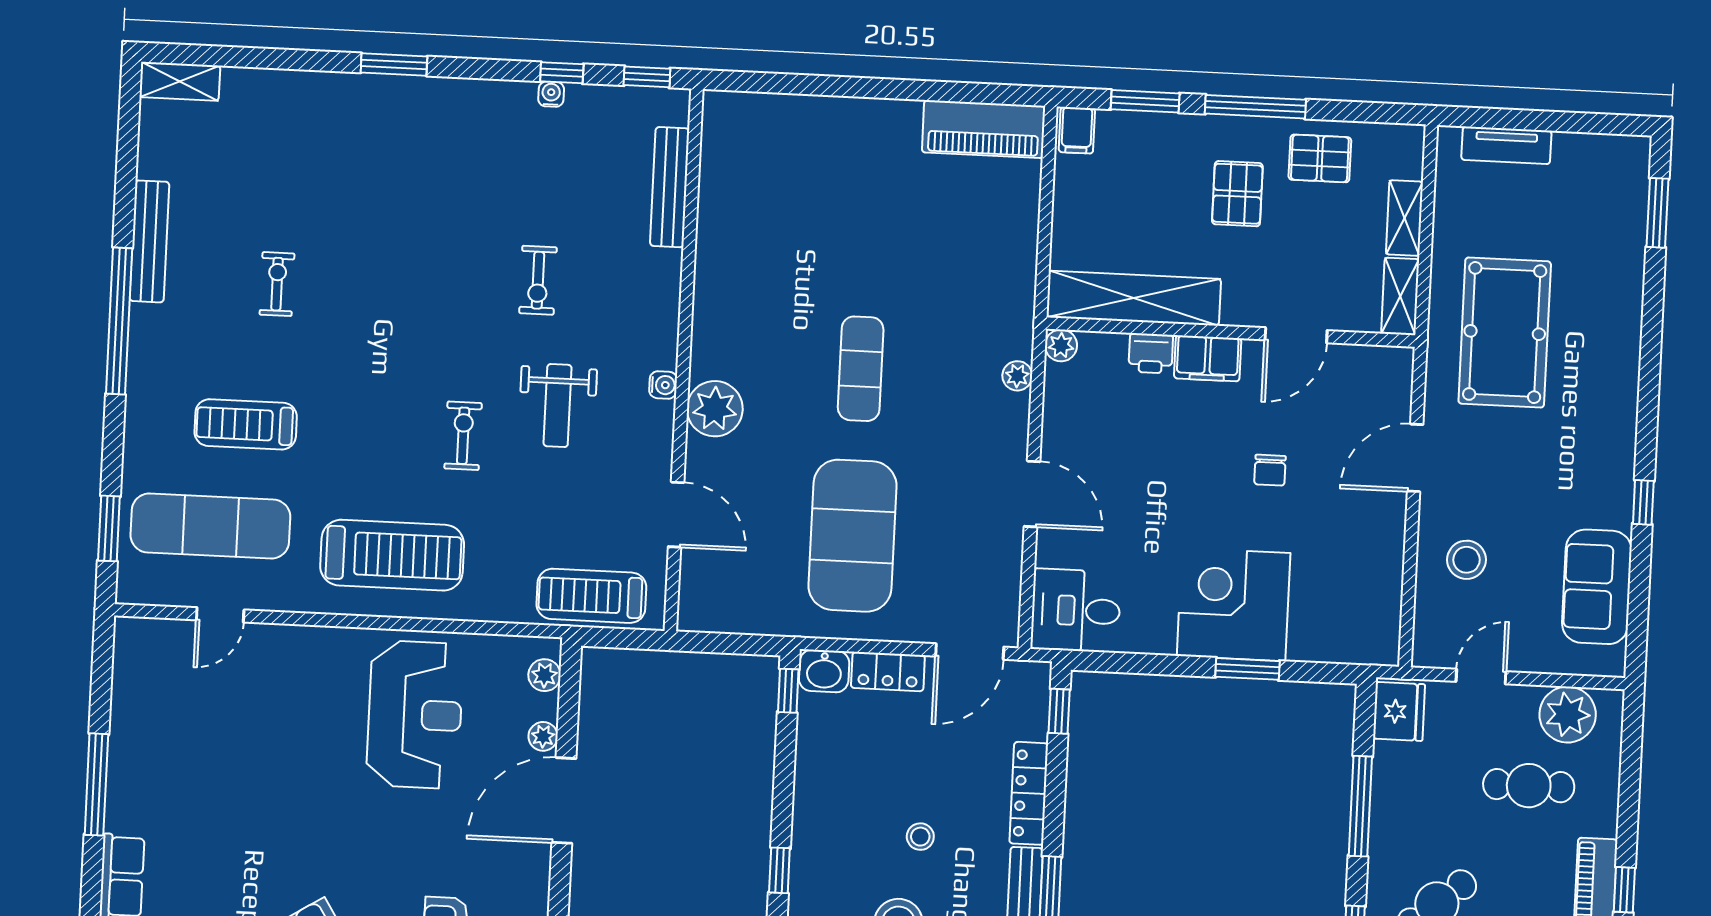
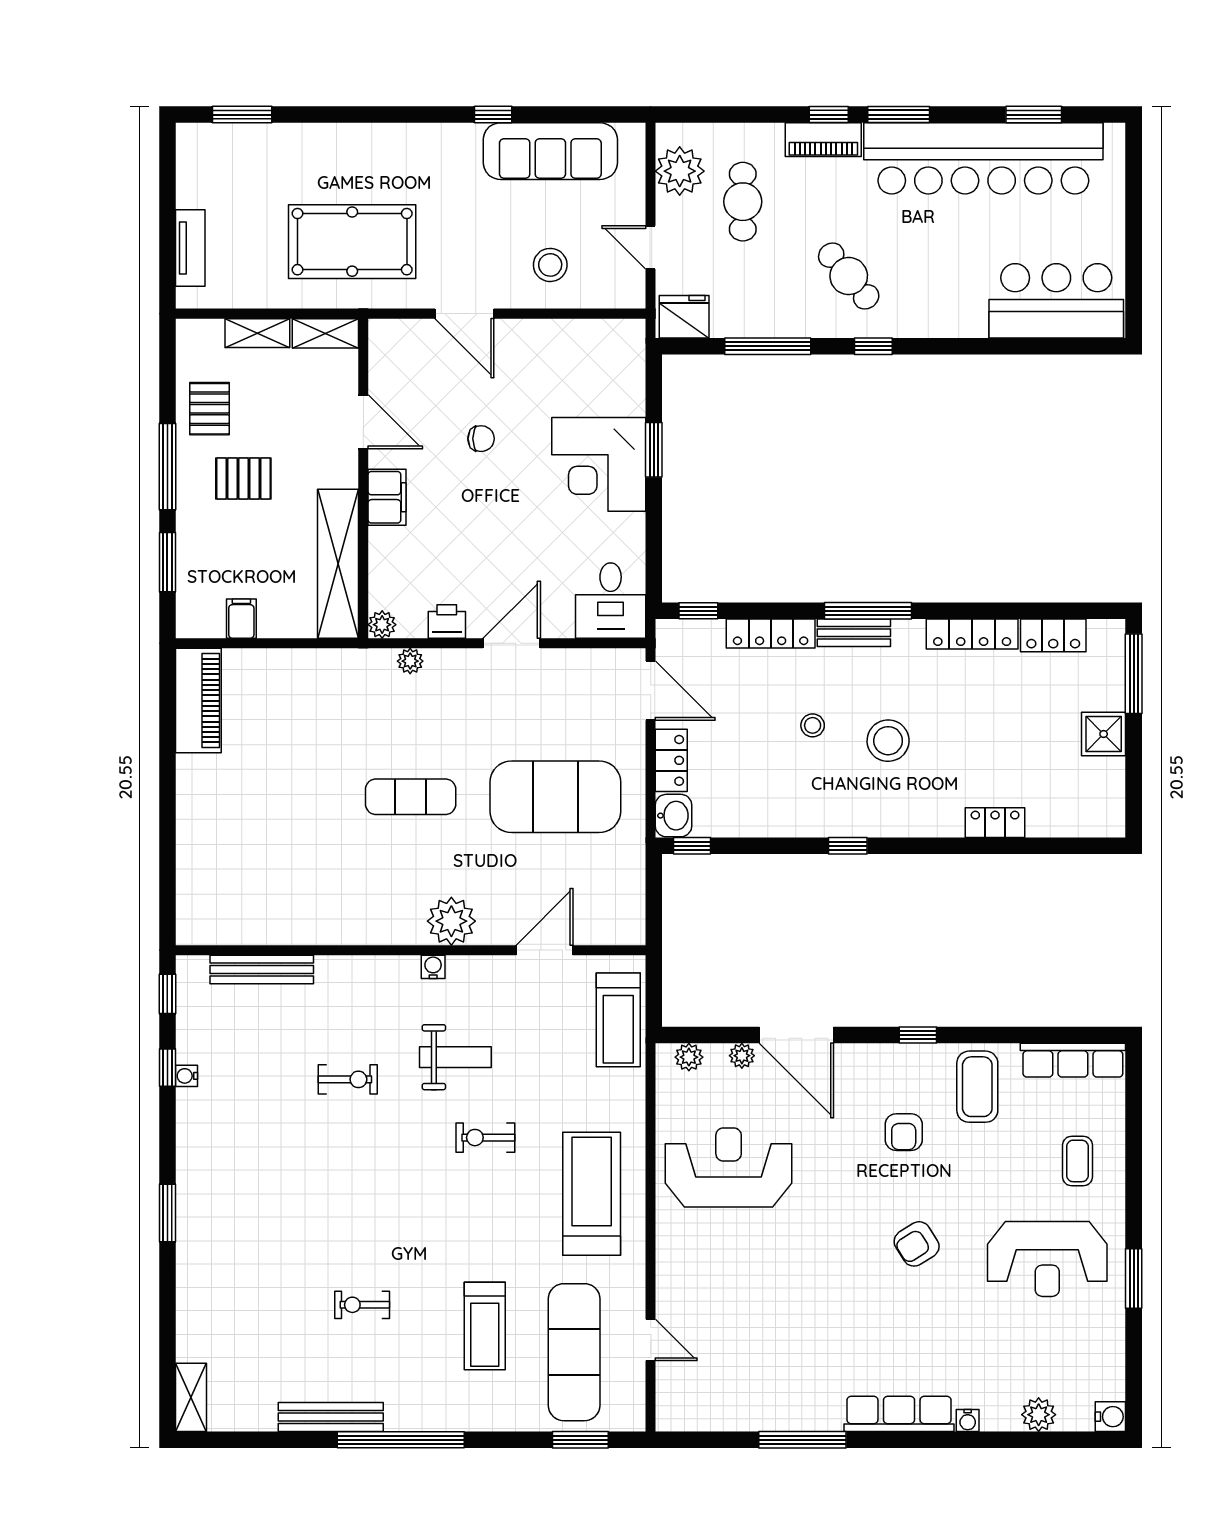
filing cabinet: (1077, 130) -> (241, 619), moved, turned -90
printer: (1151, 353) -> (447, 622), moved, turned -90
sofa: (1597, 587) -> (550, 151), width x1.36

